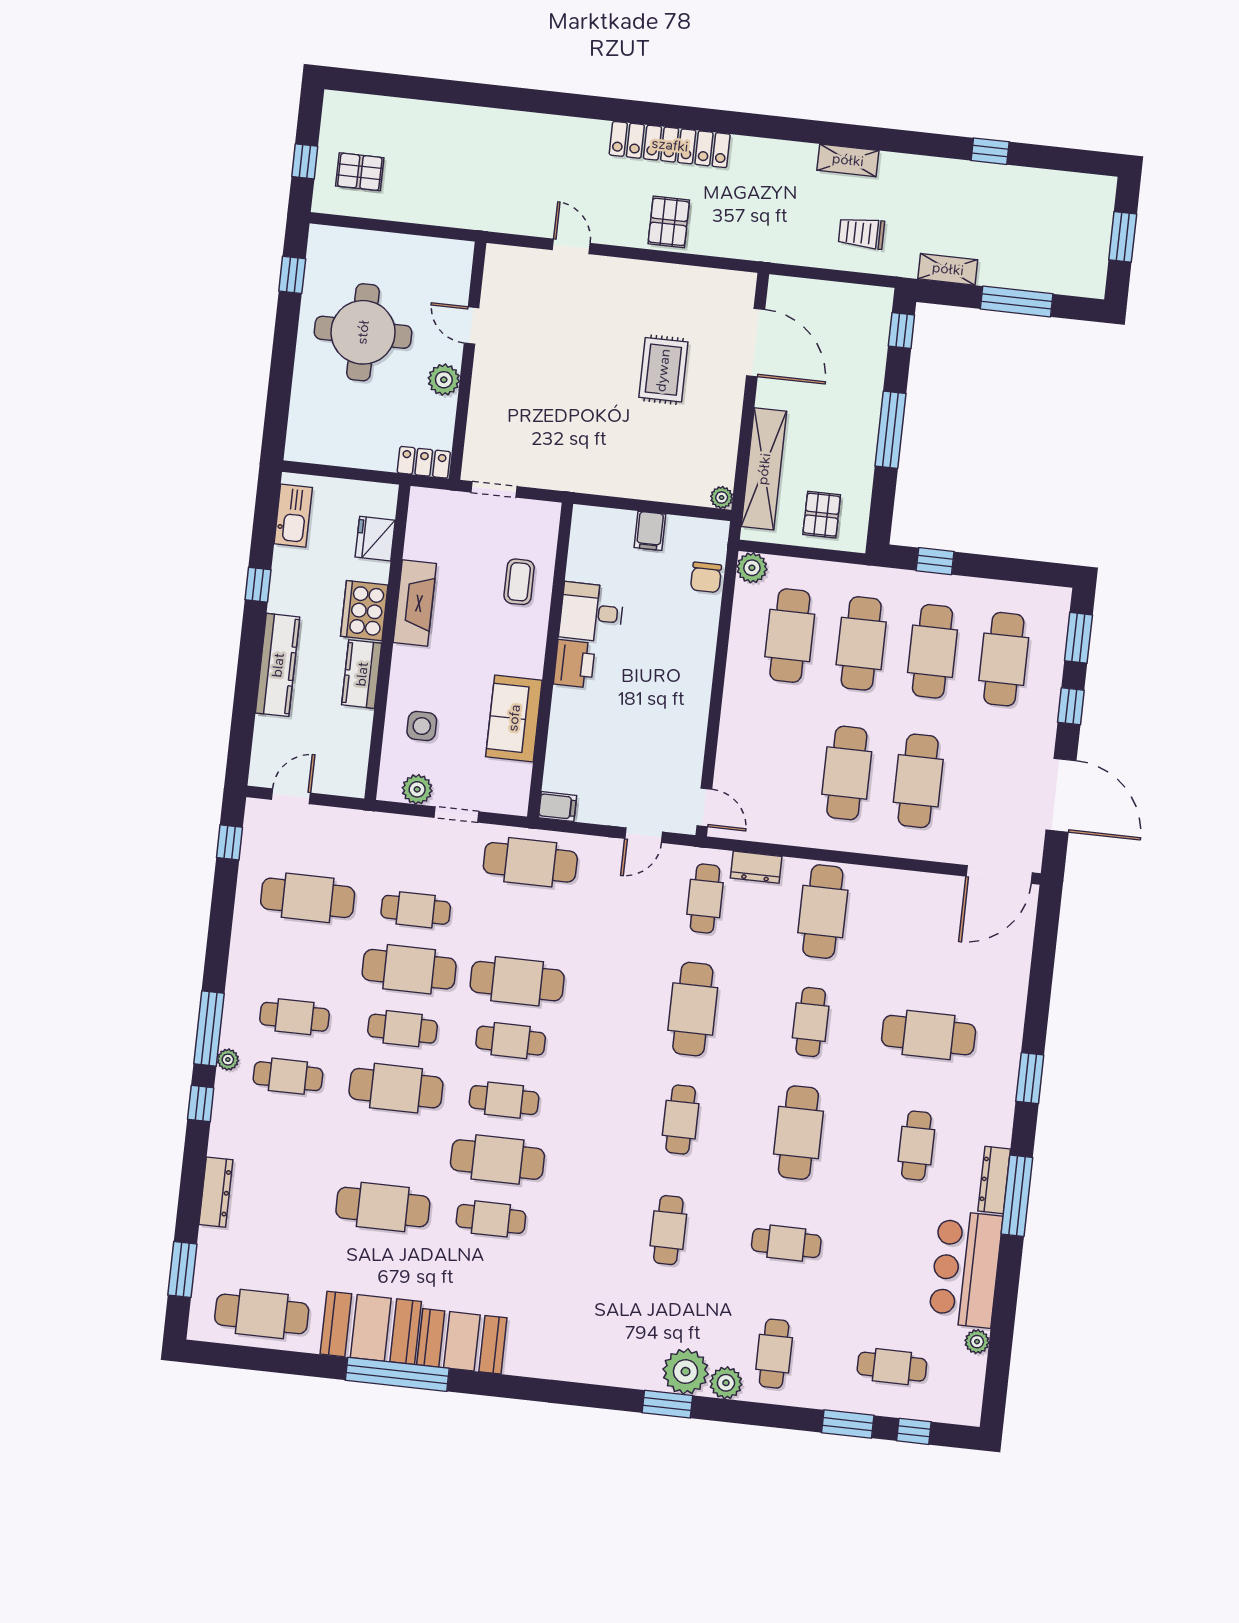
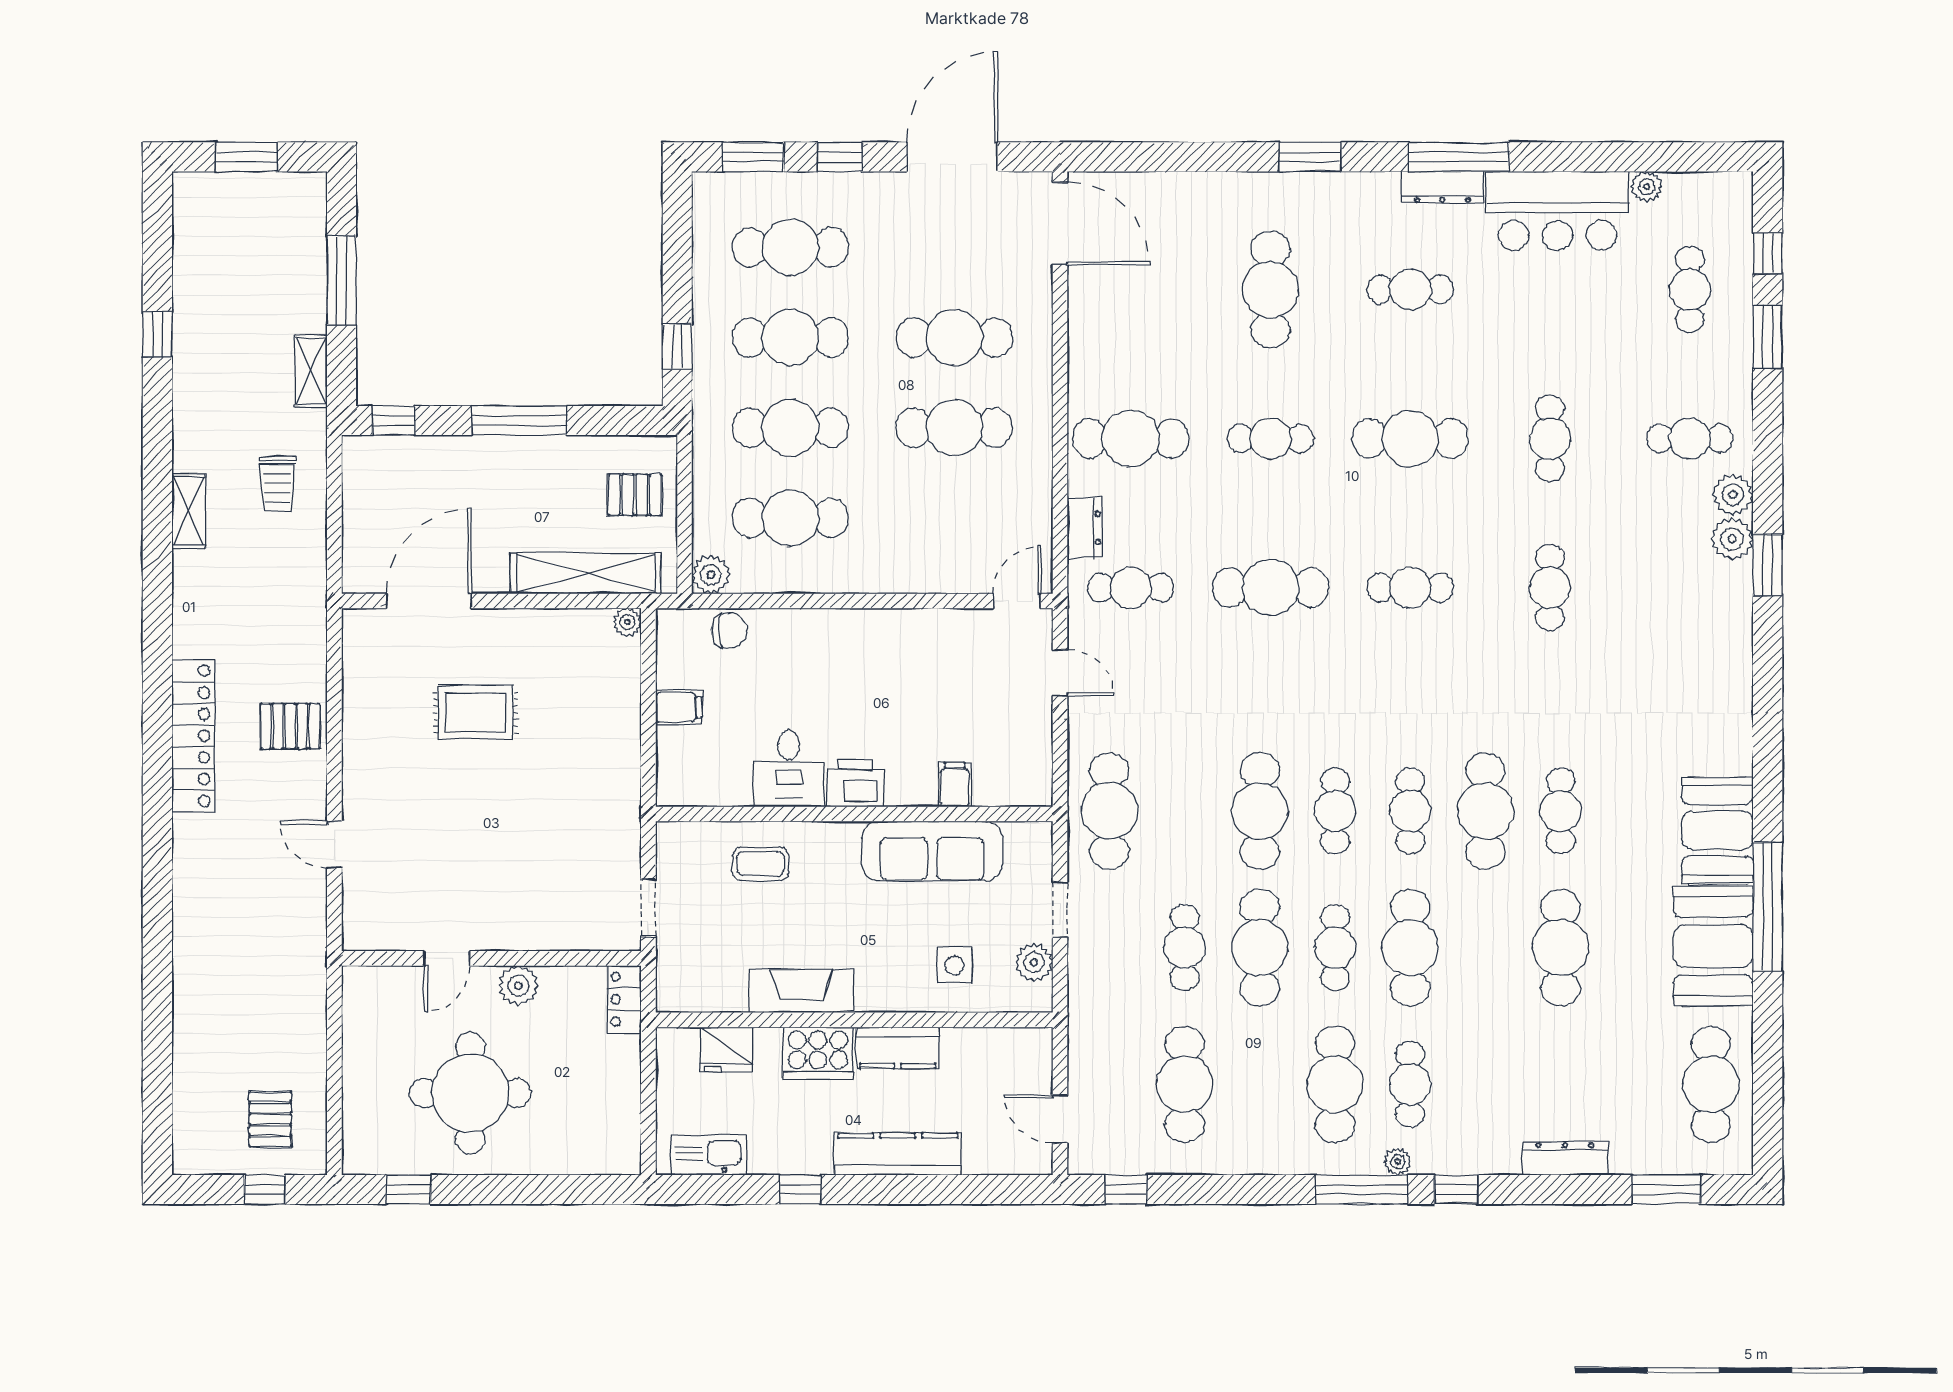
door: (571, 246) -> (334, 845), hinge flipped
sofa: (514, 718) -> (932, 851), width x1.36
filing cabinet: (558, 807) -> (955, 785), moved
cafe table: (295, 1017) -> (1335, 1084), width x1.37, depth x1.35
cafe table: (668, 1230) -> (1550, 588), turned 90
plant: (686, 1372) -> (1732, 539), width x0.73, depth x0.73

